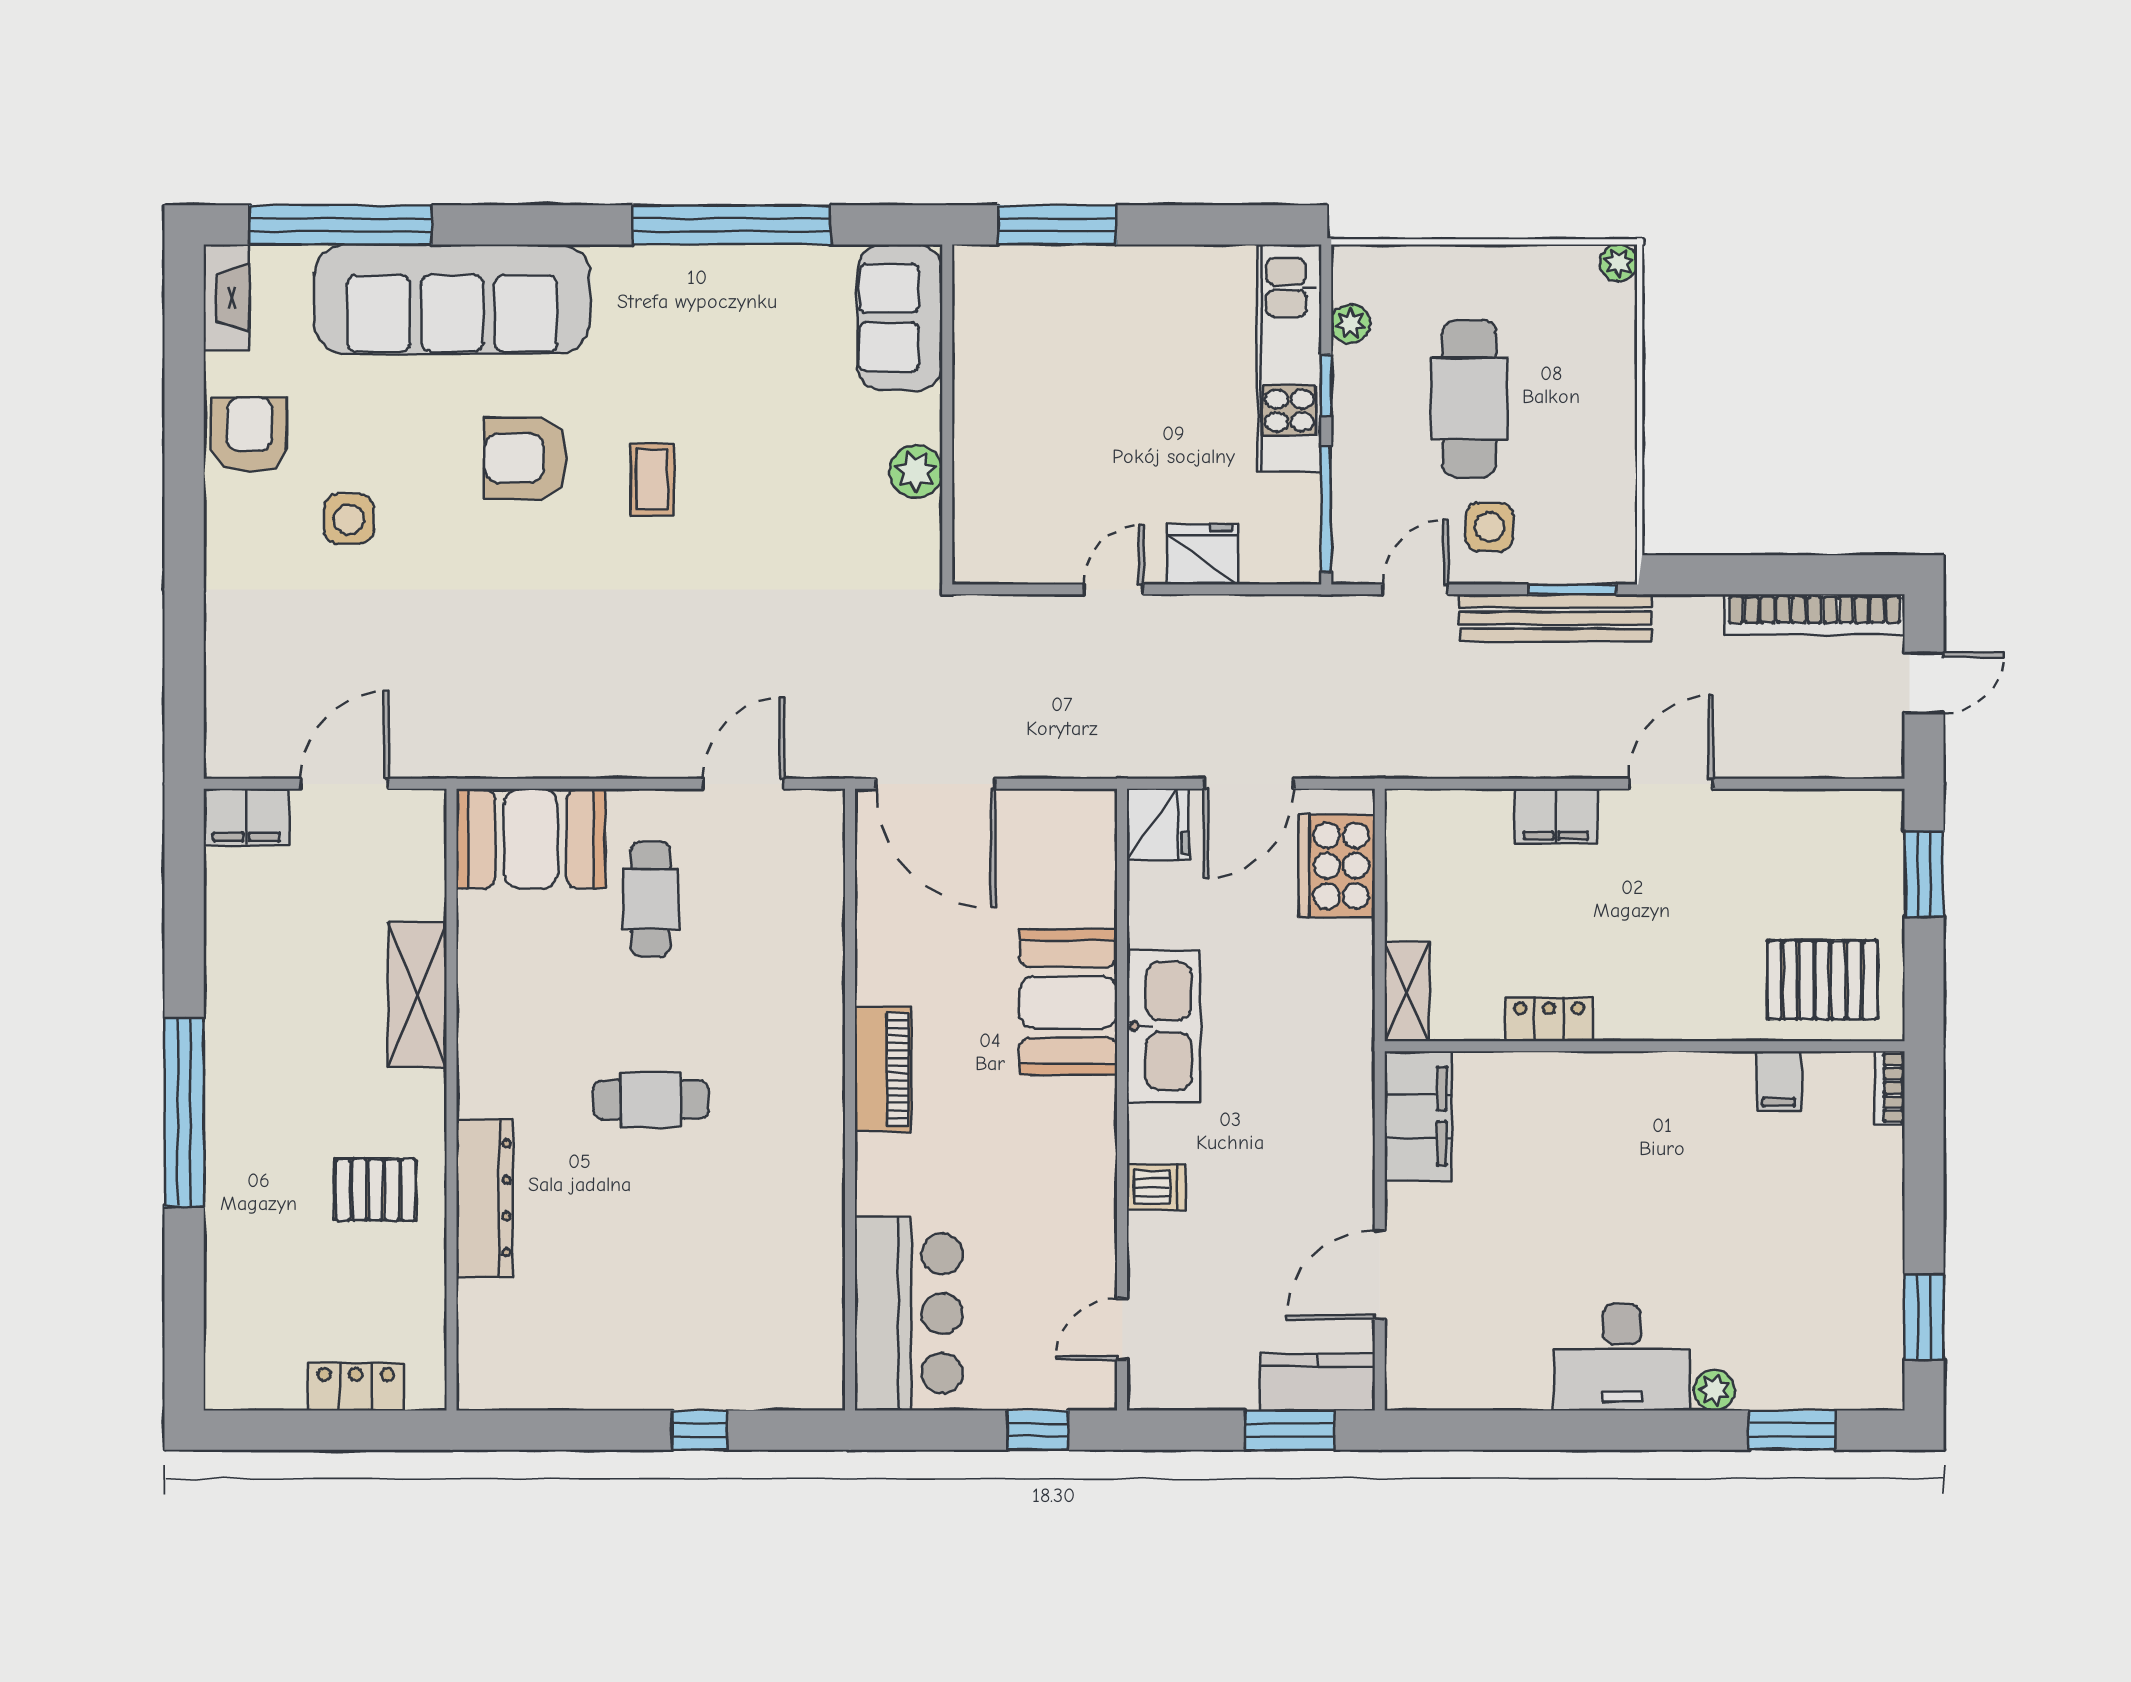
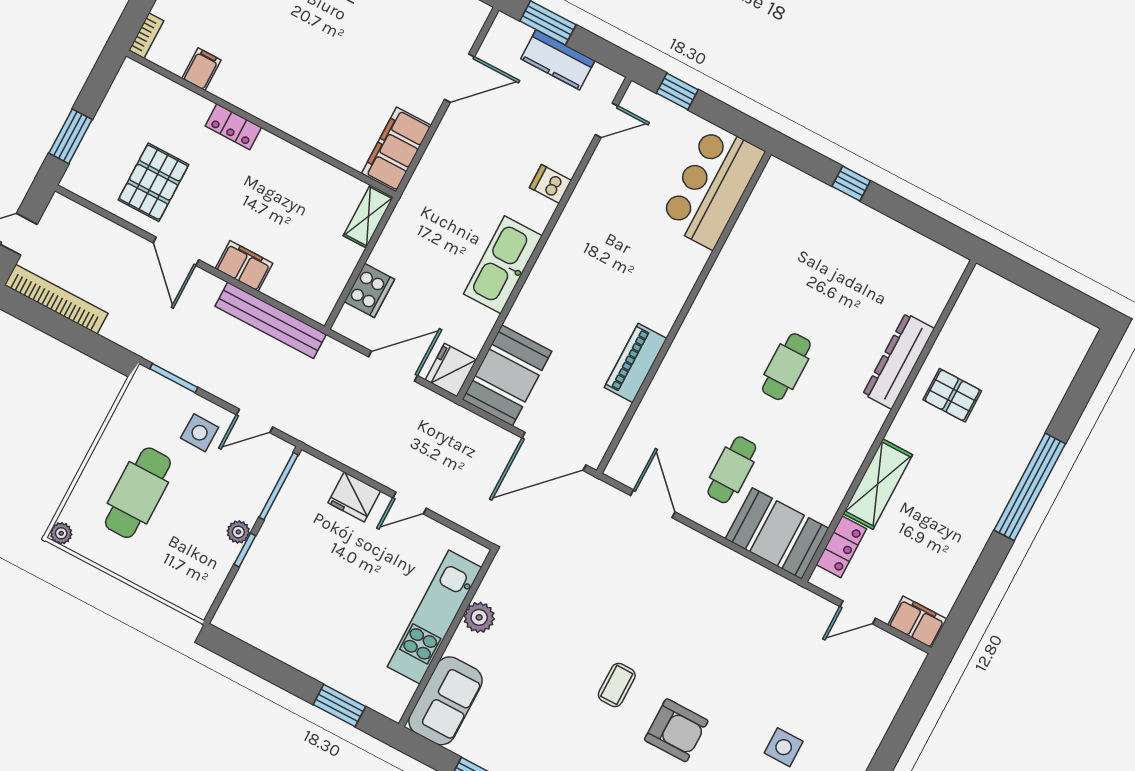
window: (1057, 225) -> (339, 706), width x0.69
plant: (1351, 324) -> (238, 532), moved
kitchen unit: (1289, 358) -> (434, 617), moved, turned 180
cafe table: (1469, 399) -> (138, 493), moved
bench: (1556, 618) -> (271, 320), moved
door: (345, 784) -> (858, 612), width x0.73
door: (743, 784) -> (653, 504), swing flipped
door: (936, 784) -> (554, 451), swing flipped
door: (1671, 784) -> (176, 251), hinge flipped
cooker: (1337, 866) -> (369, 290), width x0.73, depth x0.76
pallet: (1822, 980) -> (153, 182), moved, turned 90
booth: (1068, 1002) -> (507, 375), moved
locker: (1549, 1019) -> (233, 127), moved
piano: (883, 1069) -> (636, 363), moved
cafe table: (651, 1100) -> (786, 367), turned 90
kitchen counter: (1318, 1382) -> (558, 60), moved
locker: (356, 1386) -> (841, 547), moved, turned -90

